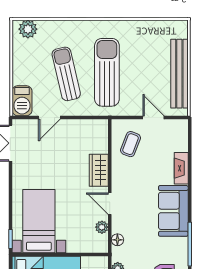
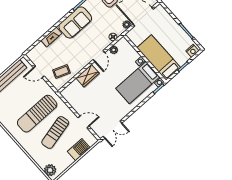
barbecue: (22, 101) -> (79, 150), moved
door: (154, 118) -> (39, 72), hinge flipped

